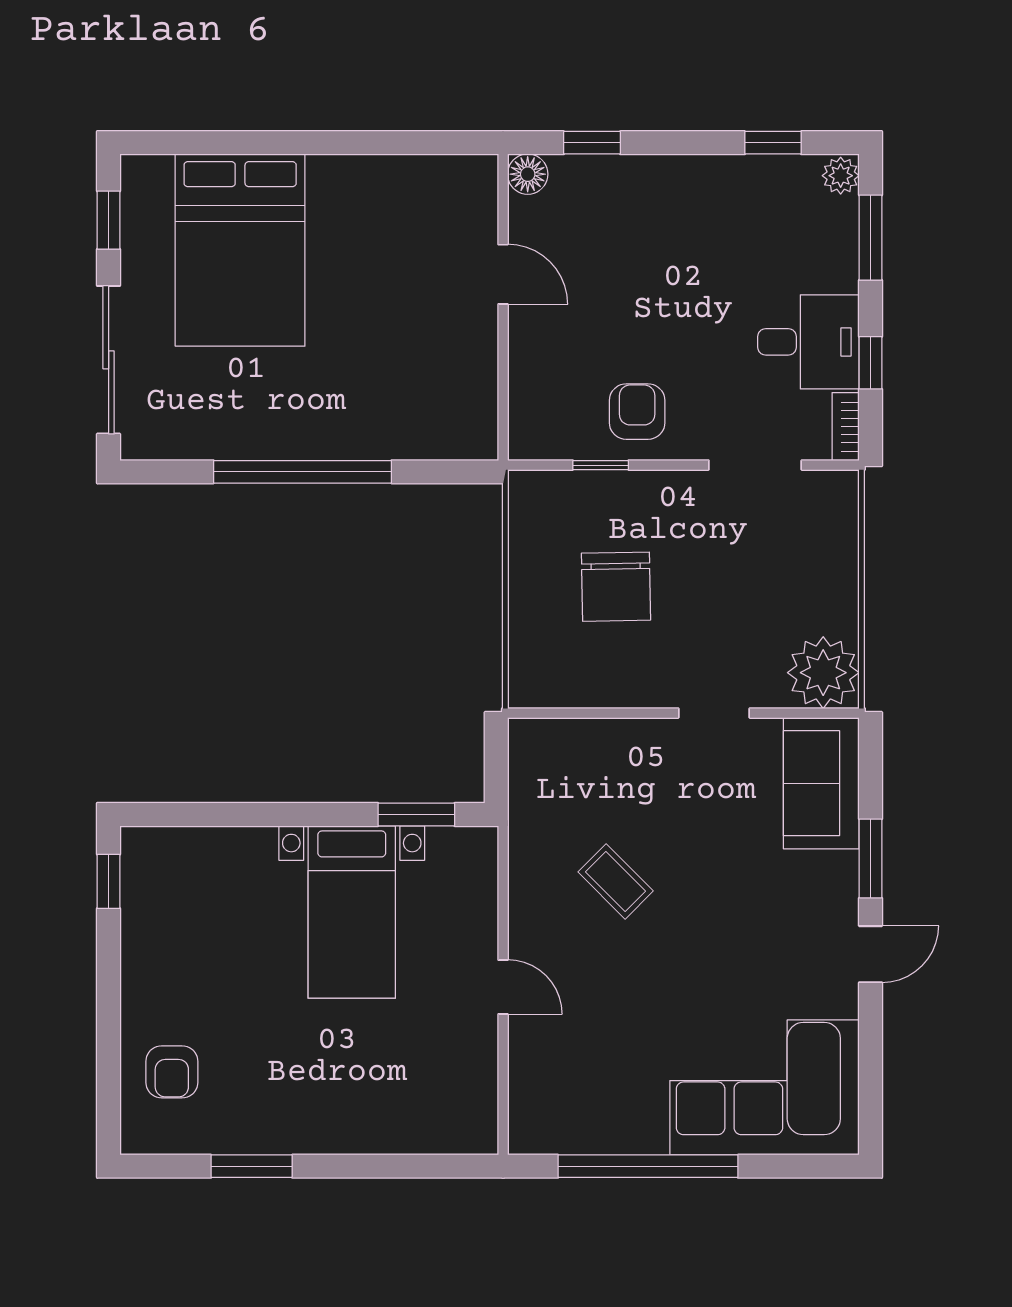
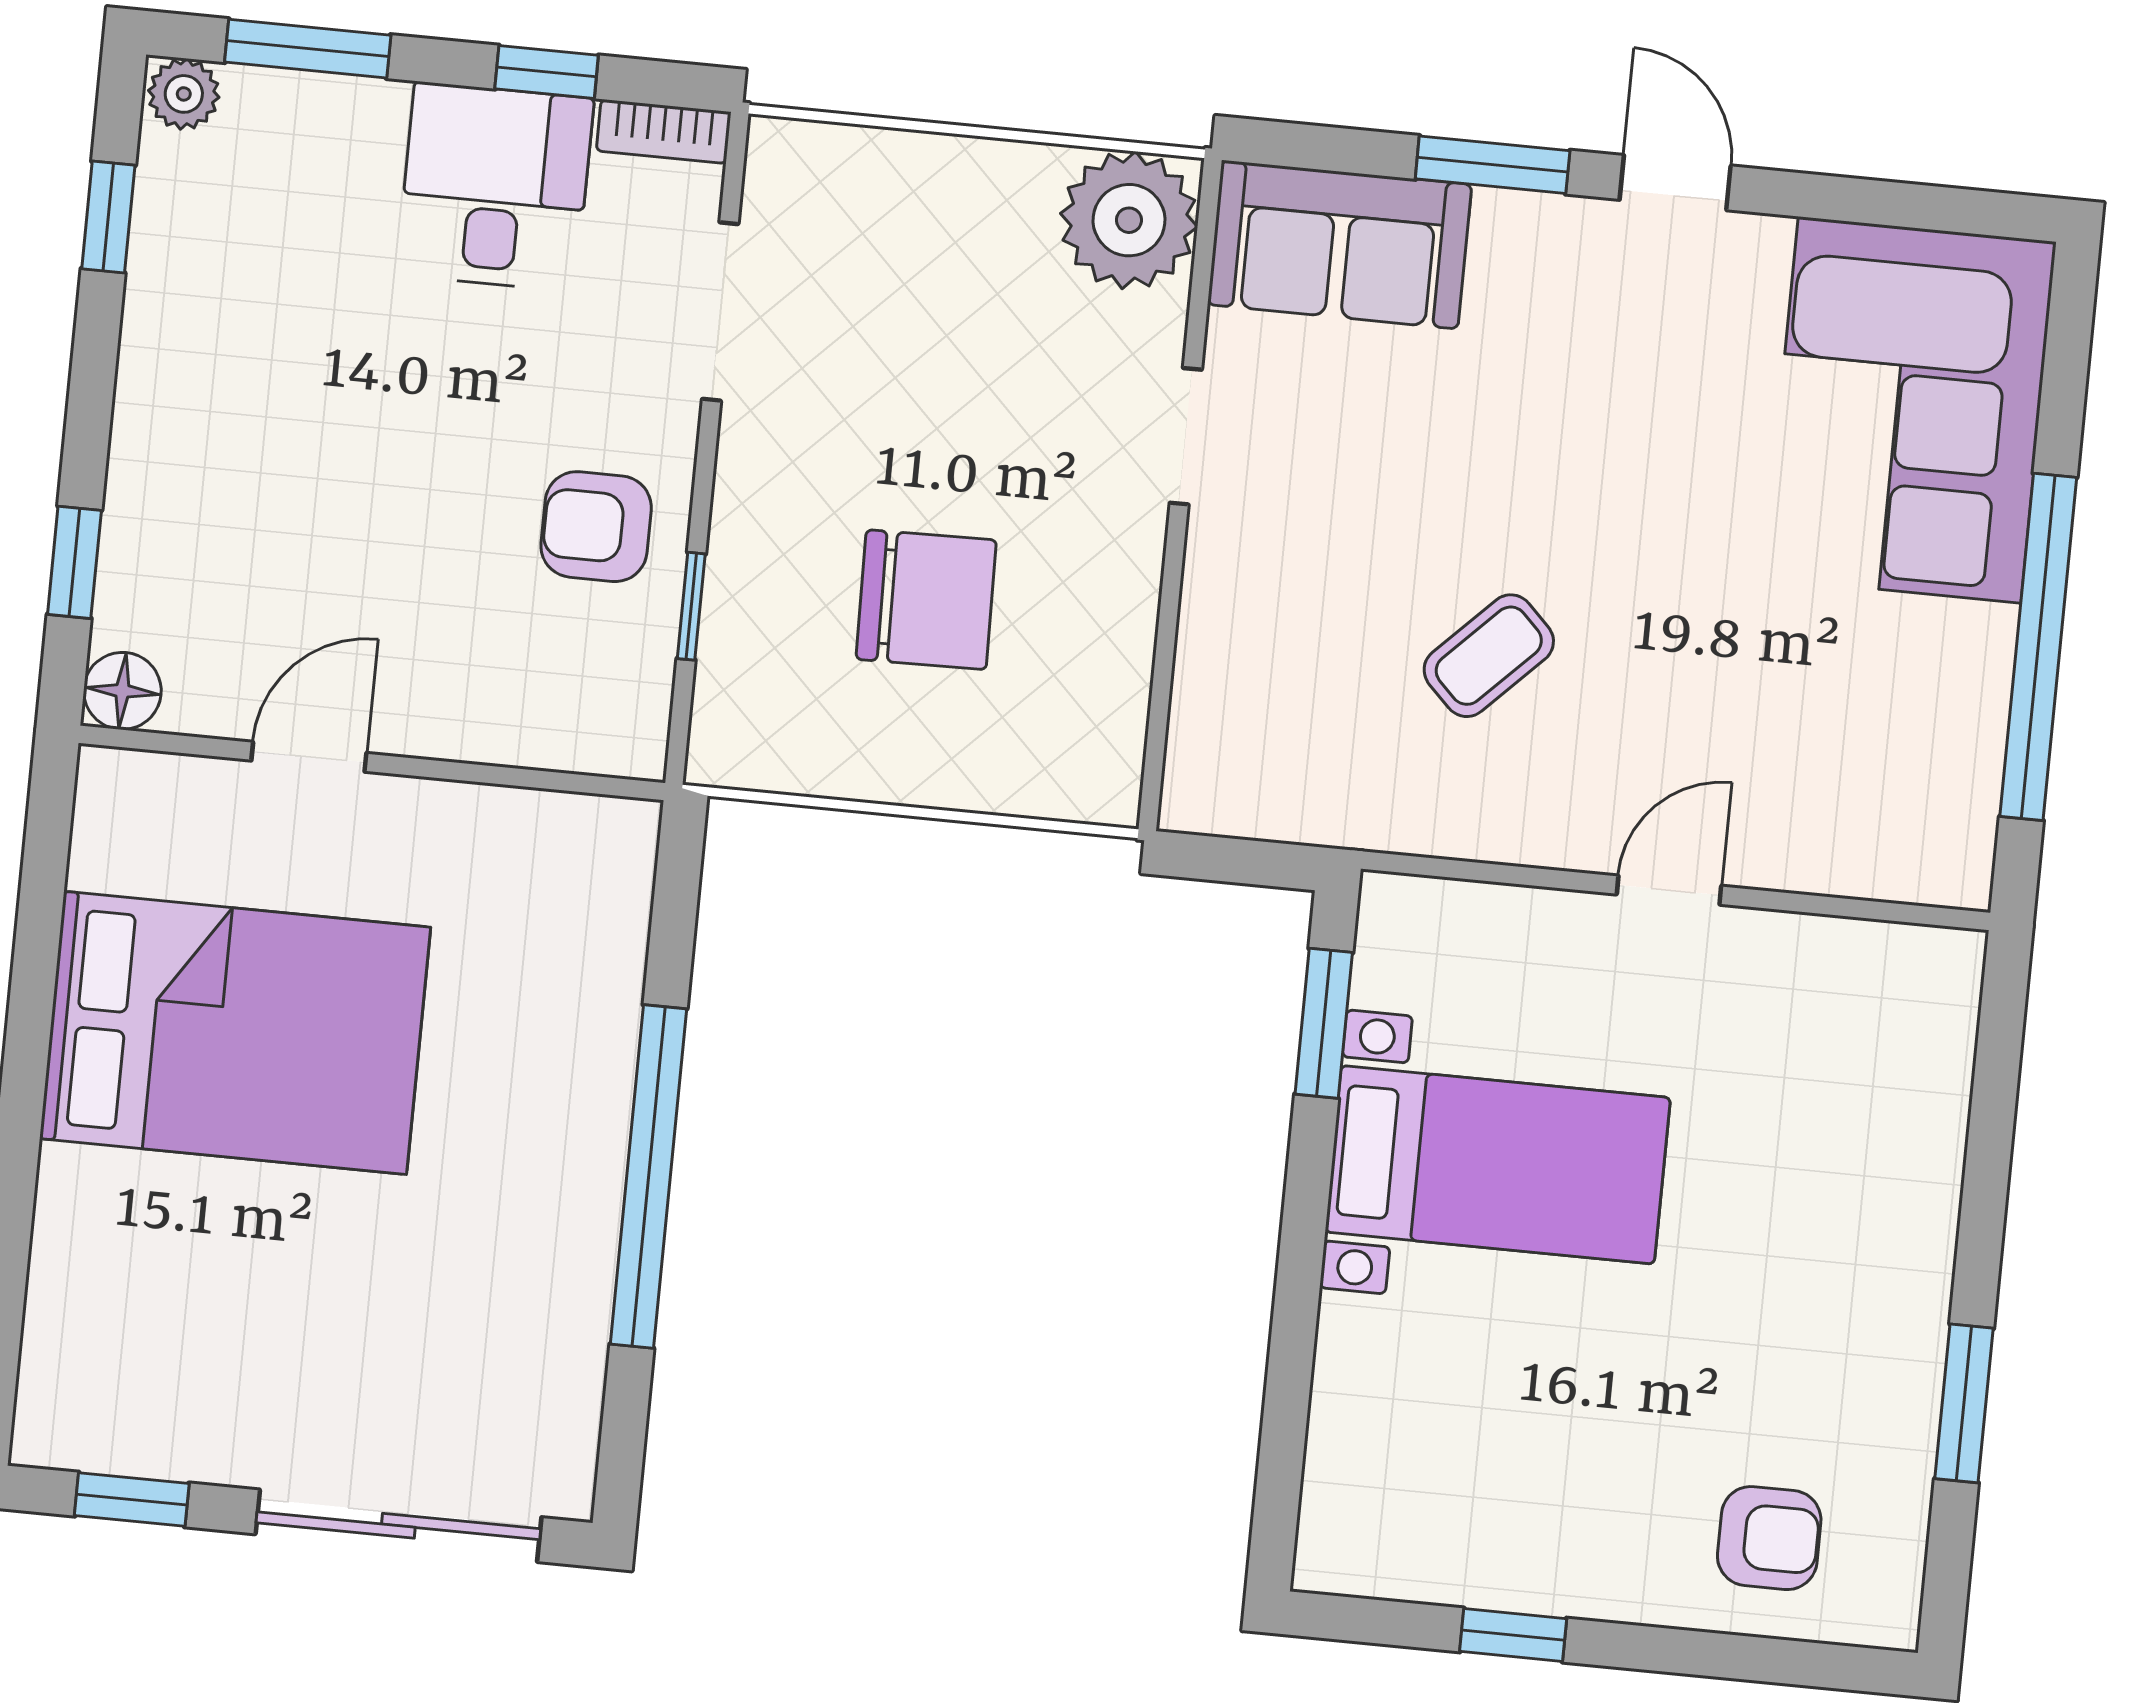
bed: (240, 250) -> (235, 1033), moved
window: (109, 881) -> (1513, 1635), moved

